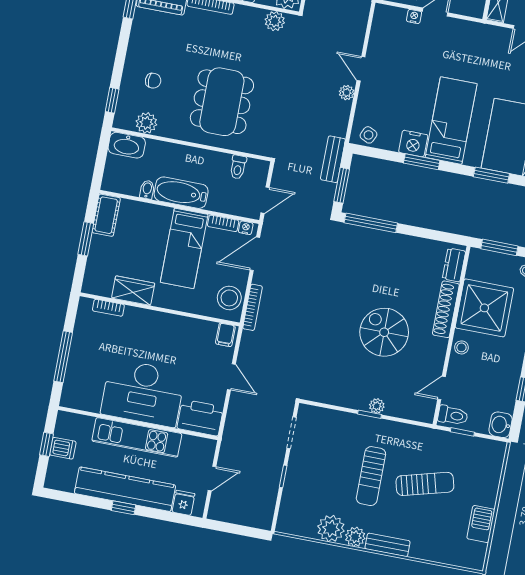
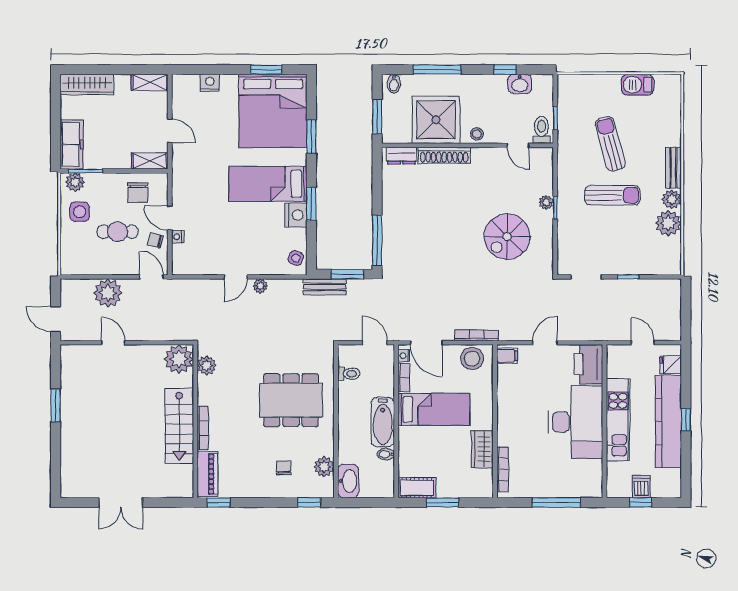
bookcase: (108, 308) -> (503, 469), width x1.56
spiral stairs: (384, 332) -> (507, 237), moved
washbasin: (501, 425) -> (520, 84), moved

